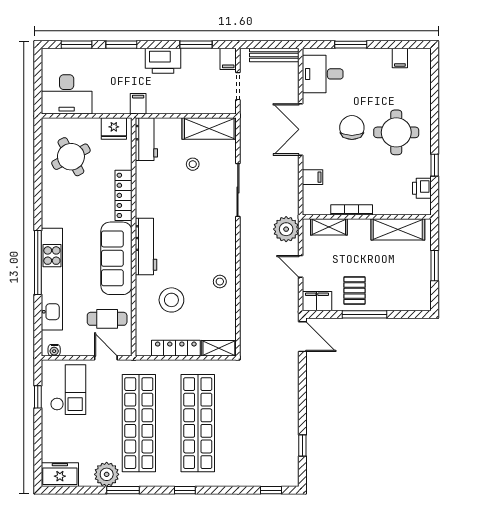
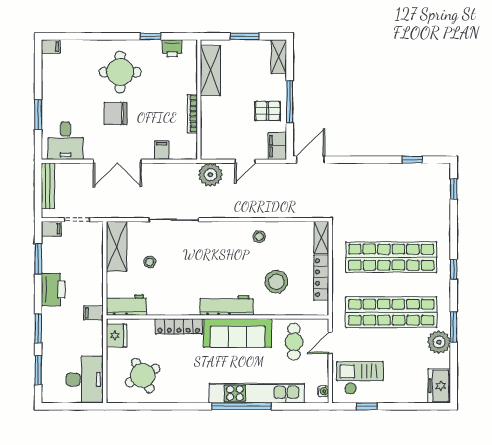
filing cabinet: (400, 58) -> (51, 46), moved
shelving: (329, 227) -> (279, 57), moved

